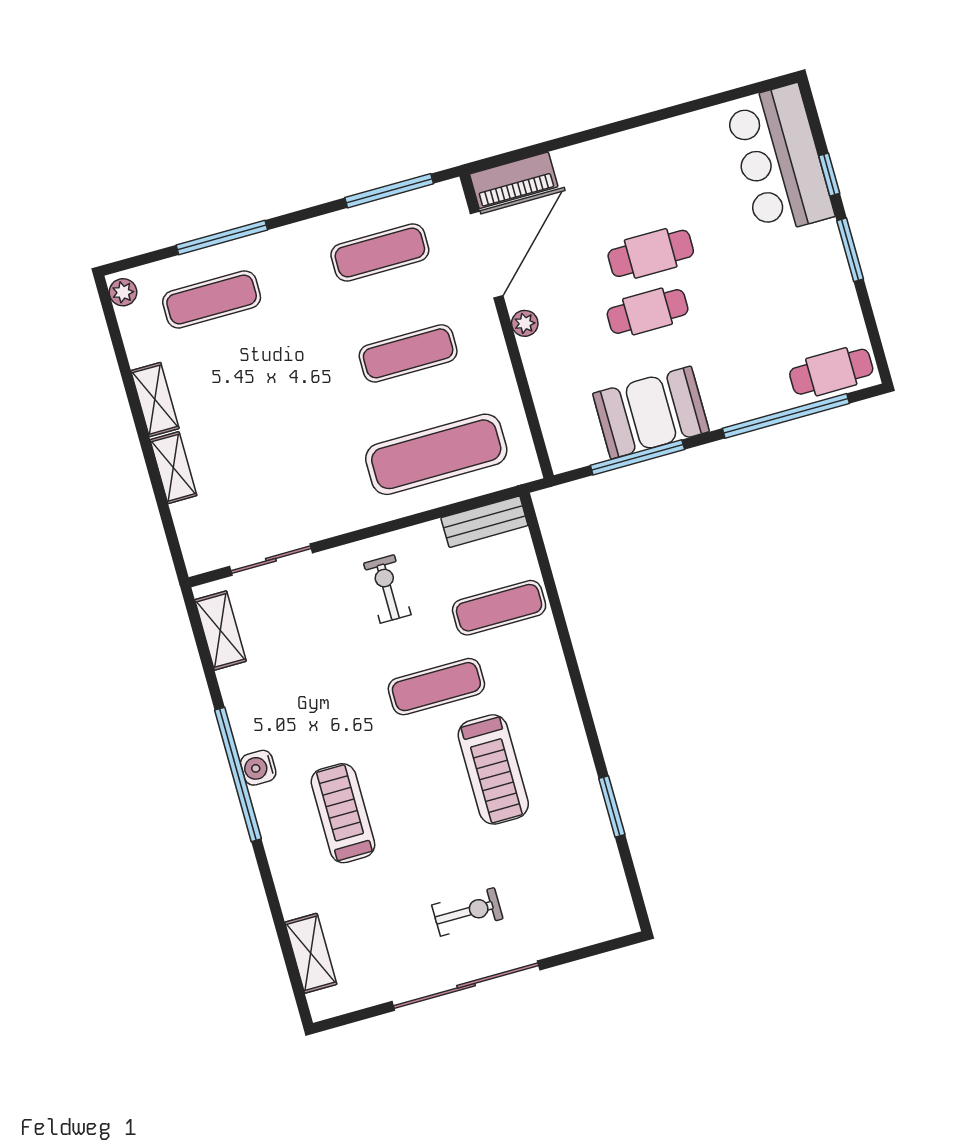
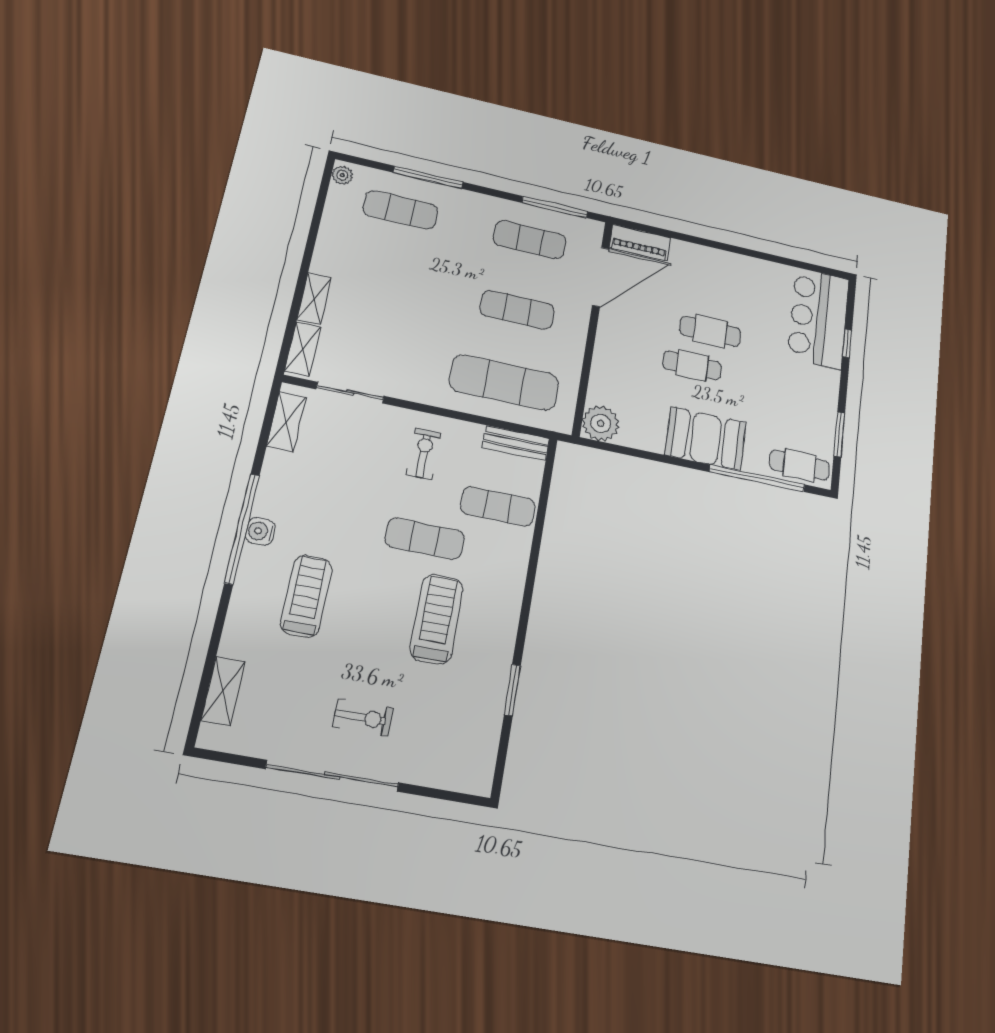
window: (850, 250) -> (839, 434), moved
plant: (525, 323) -> (601, 423), moved, width x1.88, depth x1.88
shelving: (155, 400) -> (303, 349), moved
booth: (651, 412) -> (706, 439), moved
window: (637, 457) -> (643, 454), removed
treadmill: (493, 769) -> (437, 619), turned 180

